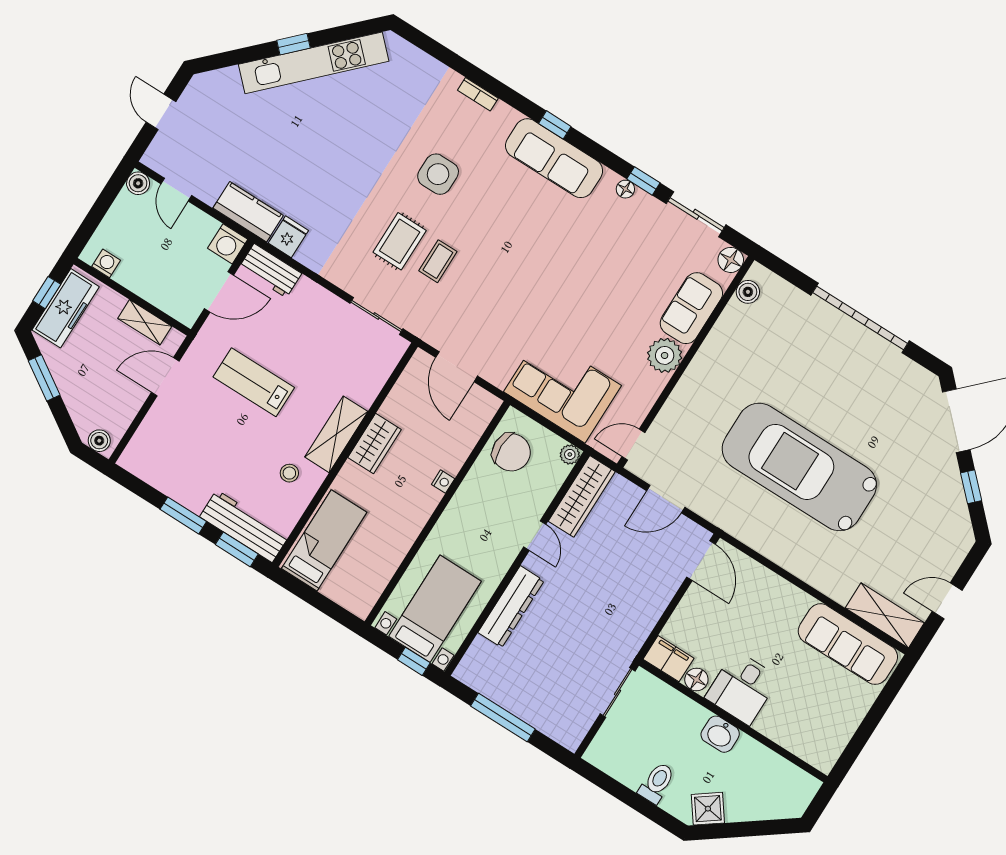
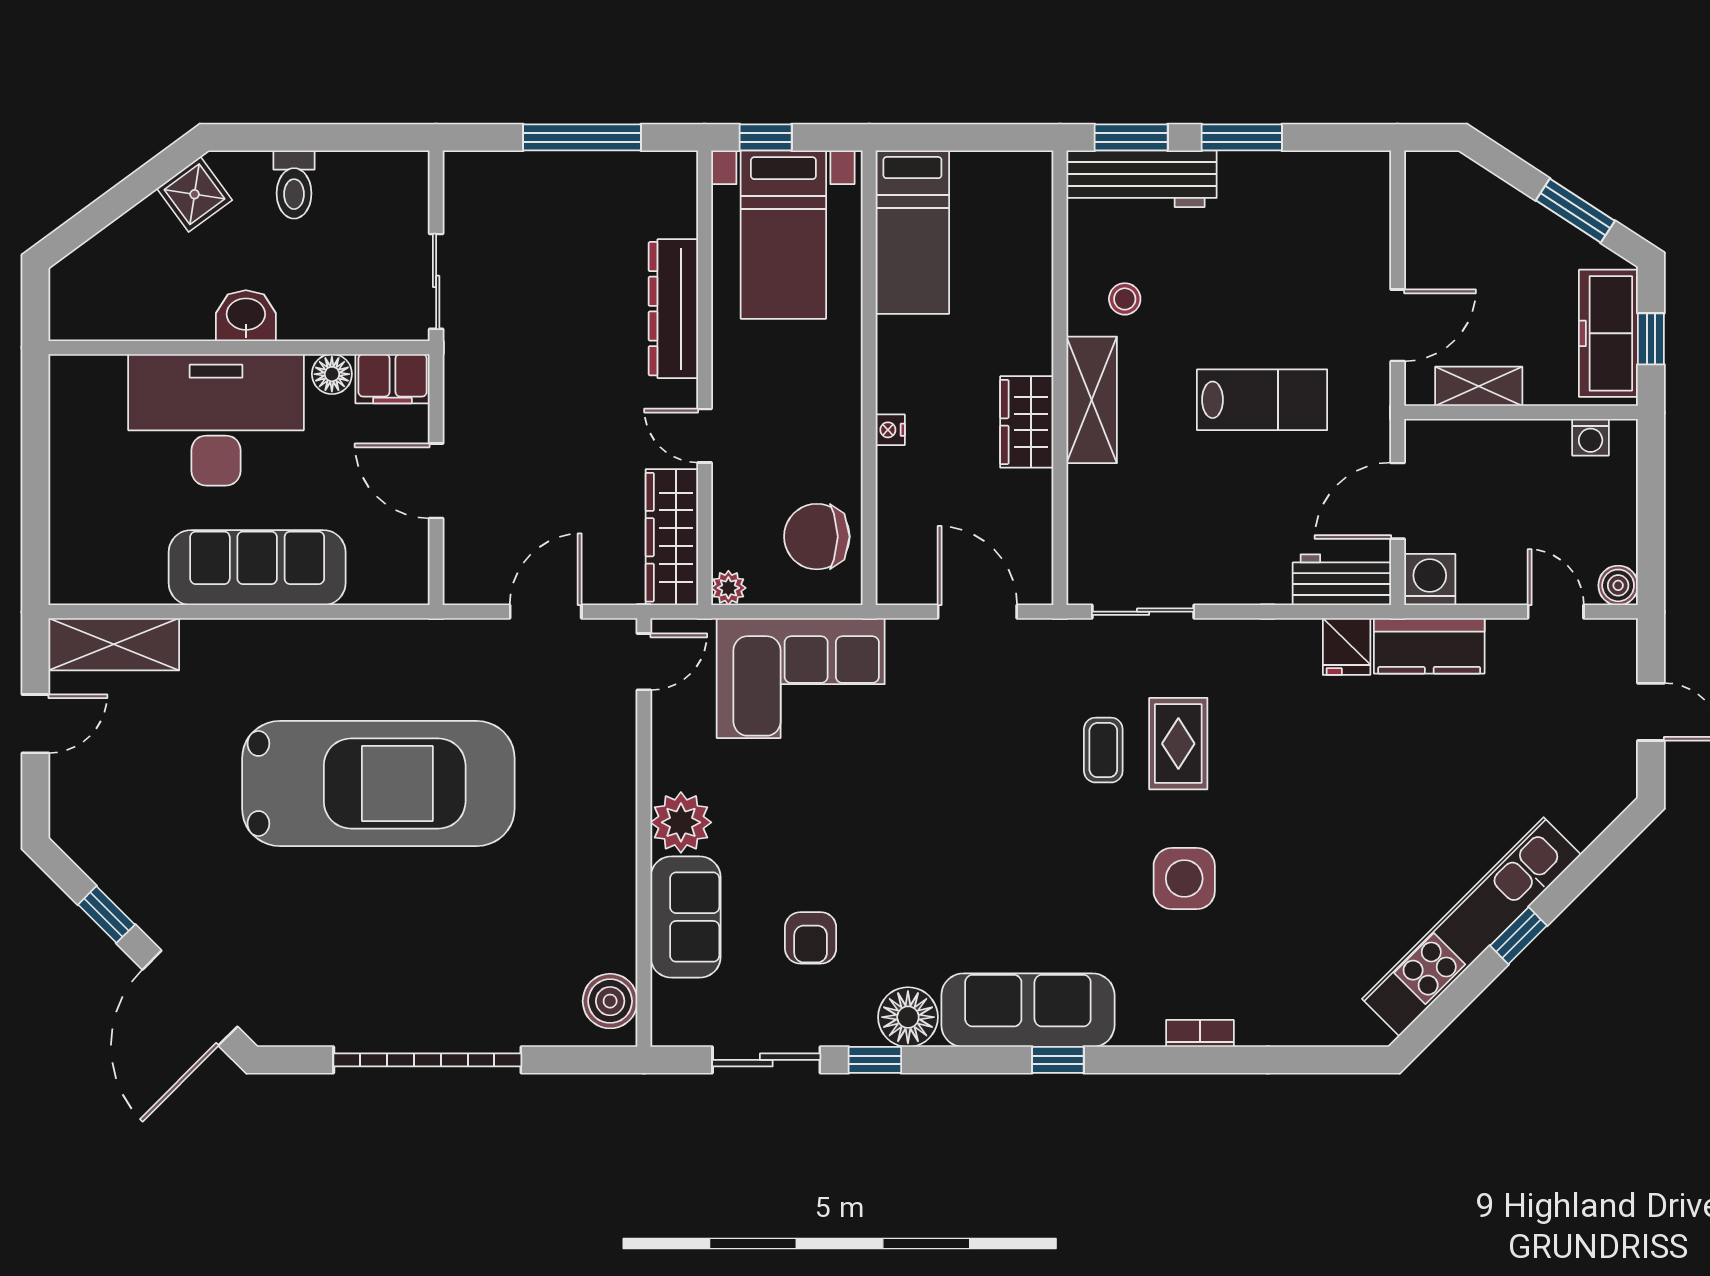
floor lamp: (625, 189) -> (908, 1017), width x1.89, depth x1.89
armchair: (637, 260) -> (811, 938), added
floor lamp: (731, 260) -> (673, 1025), removed
boiler: (748, 292) -> (610, 1001), width x1.36, depth x1.36
boiler: (99, 441) -> (1435, 170), removed
bed: (324, 540) -> (912, 232), moved
door: (701, 561) -> (436, 481), moved
sofa: (848, 644) -> (257, 568), moved
desk: (742, 688) -> (216, 420), width x1.87, depth x1.30

